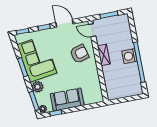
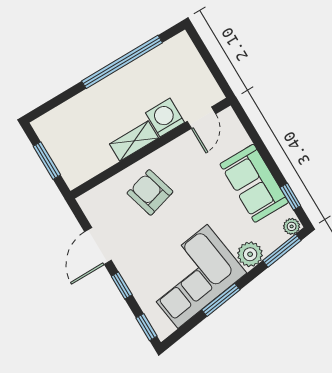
door: (92, 30) -> (201, 118), moved
washing machine: (129, 56) -> (165, 118), moved, turned 180

